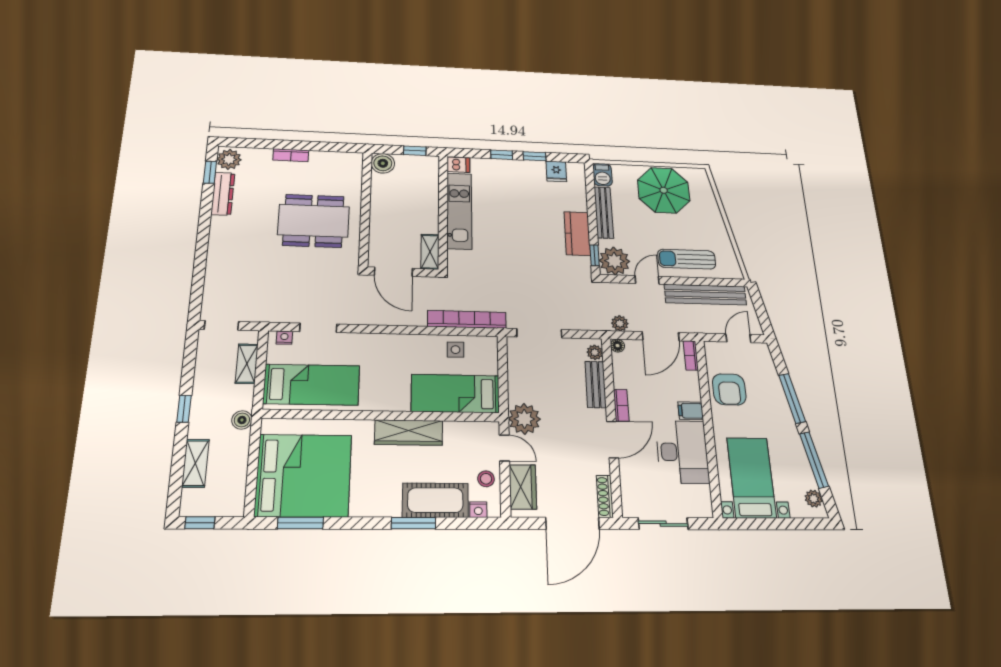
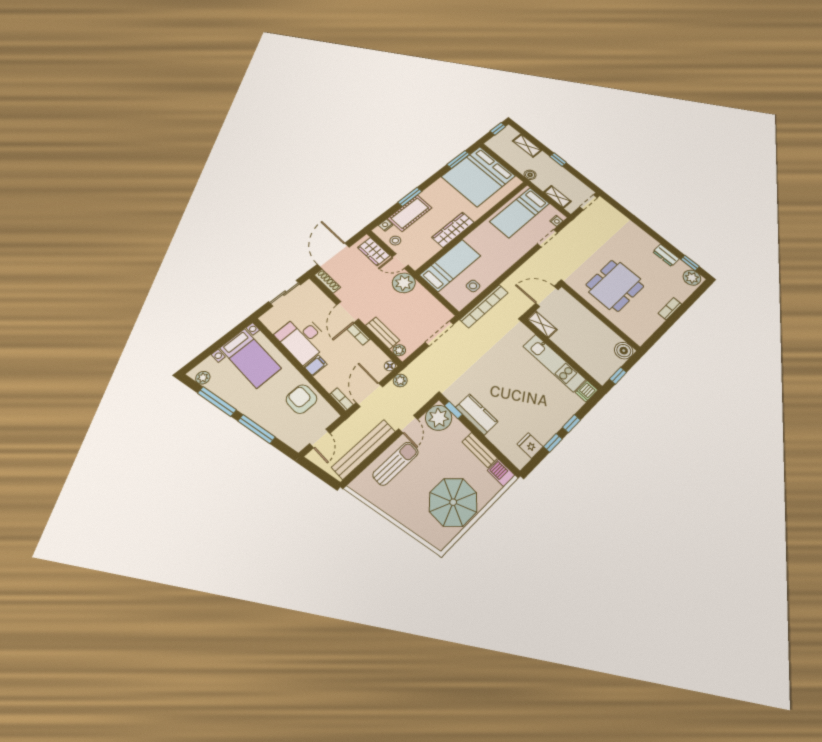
dresser: (223, 194) -> (666, 255), width x0.70
bench: (604, 213) -> (480, 450), width x0.73

